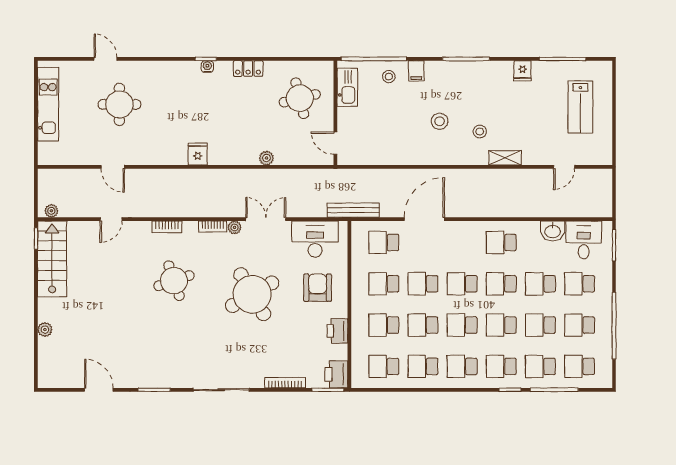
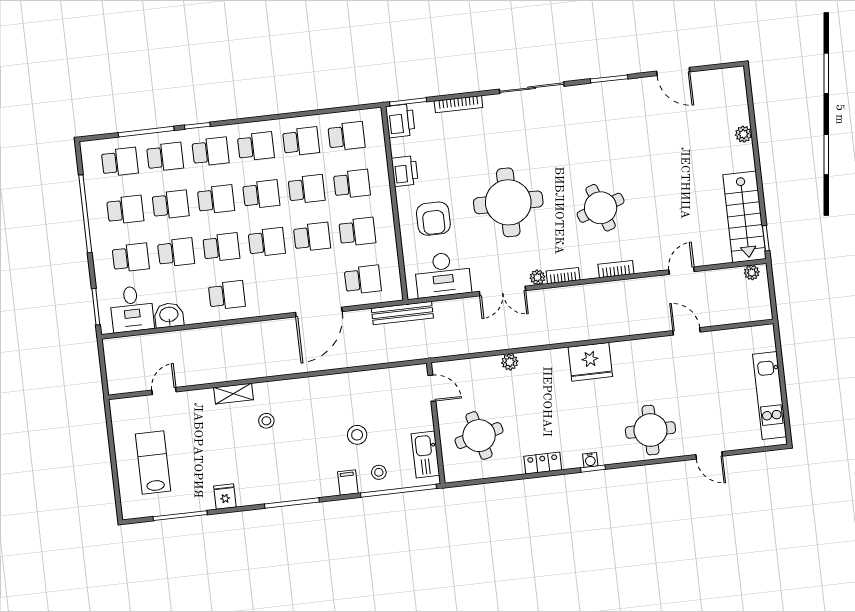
round table: (119, 104) -> (650, 430), moved
stool: (440, 121) -> (357, 435), moved
fridge: (198, 154) -> (590, 362), width x1.88, depth x1.34
round table: (252, 294) -> (508, 202), turned 30

